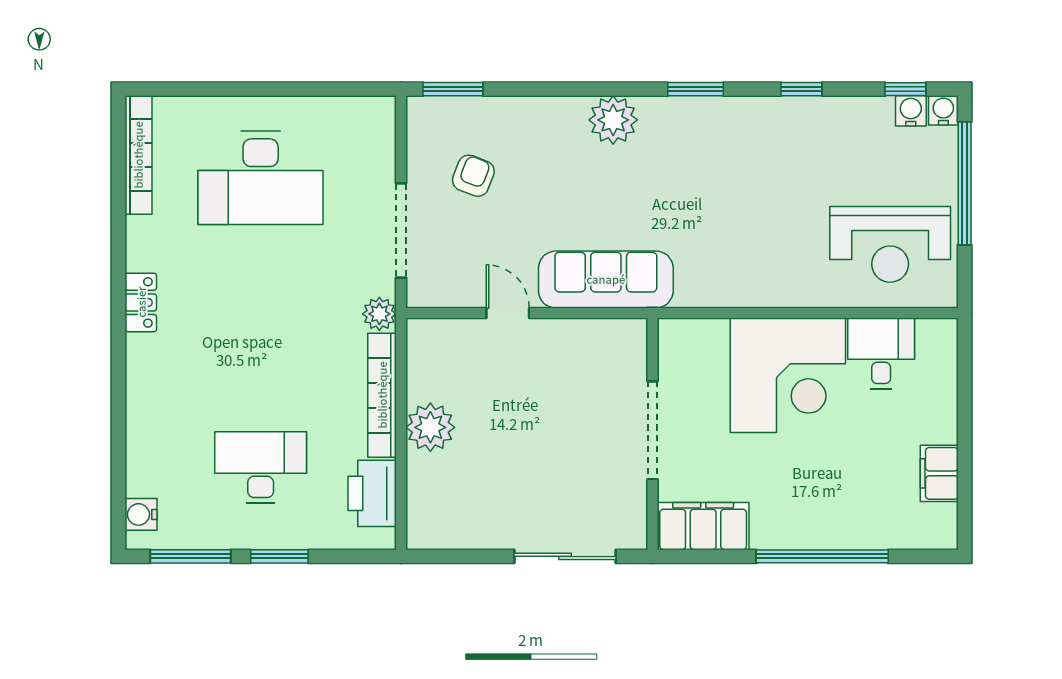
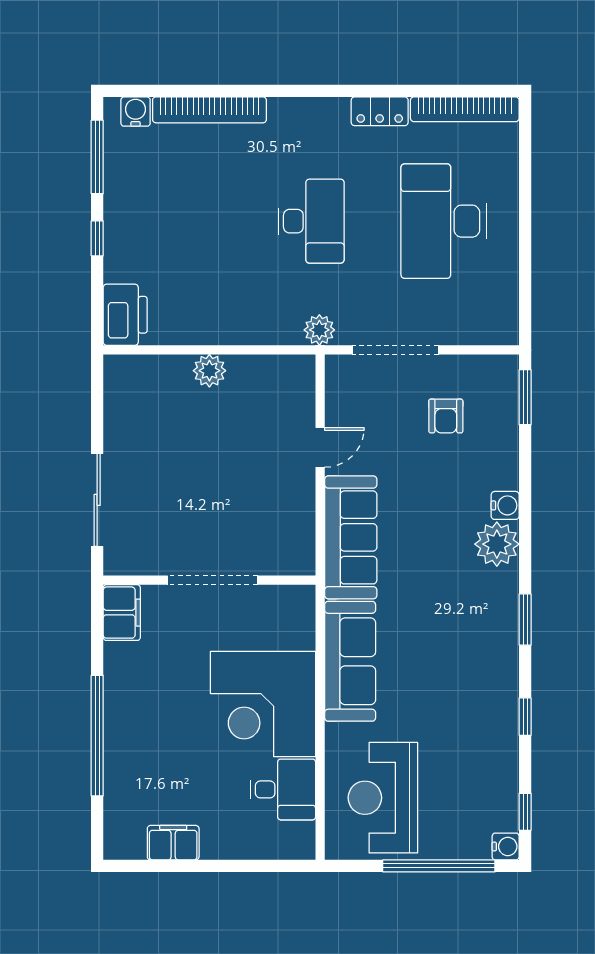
water cooler: (911, 111) -> (505, 505), moved
armchair: (473, 176) -> (446, 416), turned 69
sofa: (741, 280) -> (350, 661), added
locker: (141, 302) -> (380, 111), moved
bookcase: (382, 395) -> (209, 110), moved, turned 180
plant: (430, 427) -> (209, 371), width x0.73, depth x0.73
desk: (261, 468) -> (311, 221), moved
printer: (372, 493) -> (125, 315), moved, turned 90
filing cabinet: (703, 526) -> (122, 613), width x0.67, depth x0.86
window: (279, 556) -> (97, 238), width x0.67

